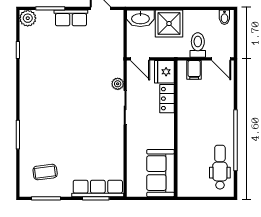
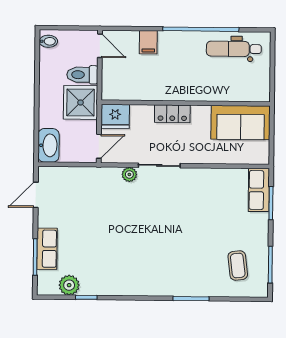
plant: (28, 18) -> (69, 285), moved
row of seats: (71, 18) -> (47, 249), moved
shower: (169, 24) -> (81, 102), moved
door: (221, 59) -> (100, 46), hinge flipped
filing cabinet: (194, 70) -> (148, 42), moved, turned 90
locker: (167, 99) -> (172, 114), moved
row of seats: (98, 188) -> (259, 190), width x0.68

